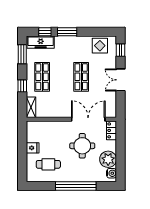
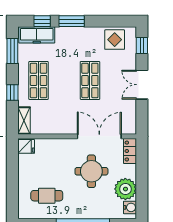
fridge: (33, 148) -> (26, 146), moved

